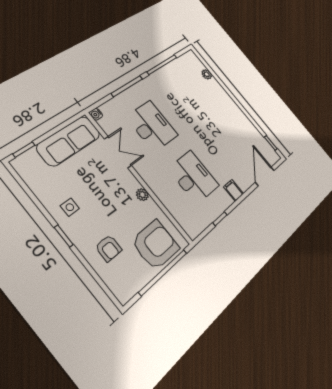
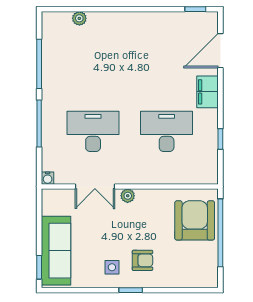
sofa: (69, 141) -> (56, 251), moved
double door: (118, 152) -> (95, 187), swing flipped
door: (265, 176) -> (220, 51), hinge flipped
filing cabinet: (234, 190) -> (208, 92), width x2.00
plant: (142, 195) -> (128, 196), moved
armchair: (109, 248) -> (143, 260), moved

